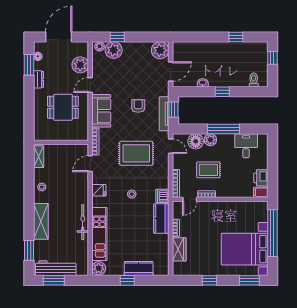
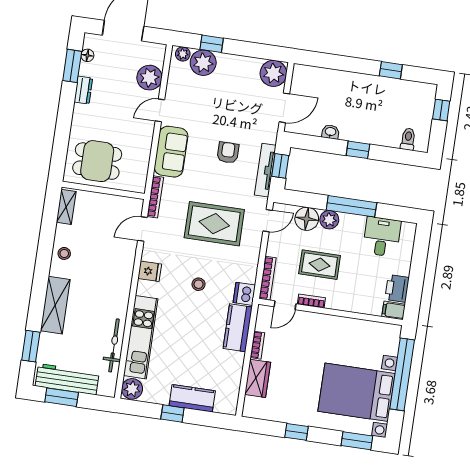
dining table: (63, 107) -> (97, 161), moved
door: (171, 146) -> (268, 221), hinge flipped
bicycle: (83, 222) -> (114, 345), moved

